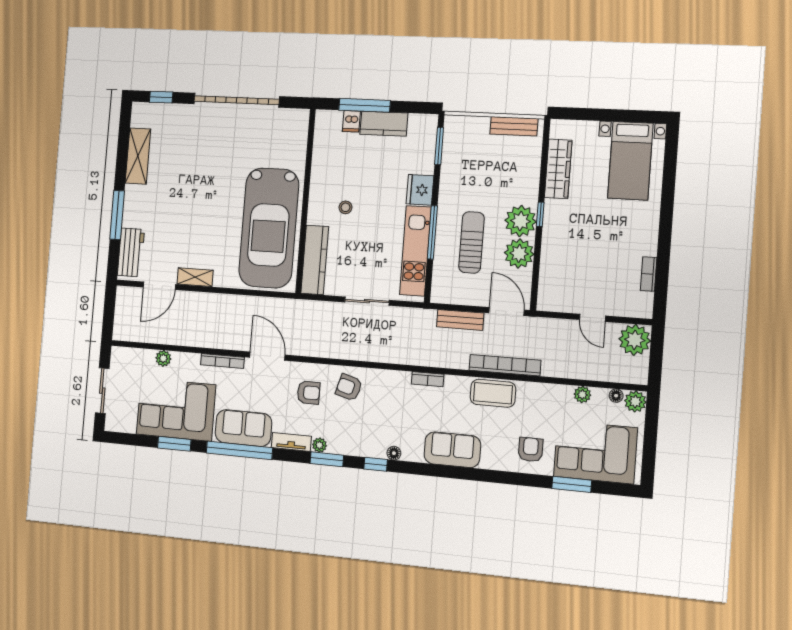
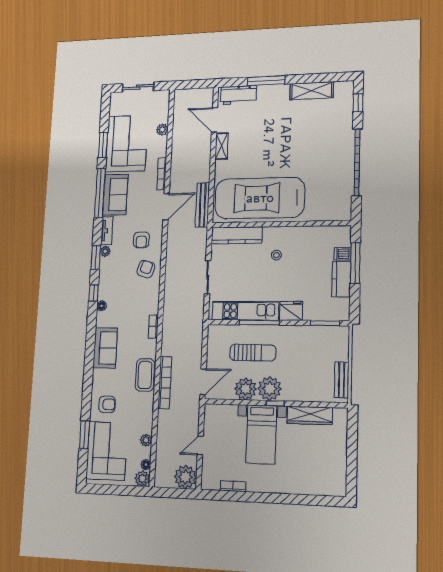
bed with nightstands: (630, 161) -> (261, 434), moved, turned -90
bench: (460, 320) -> (203, 205), moved, width x1.36

